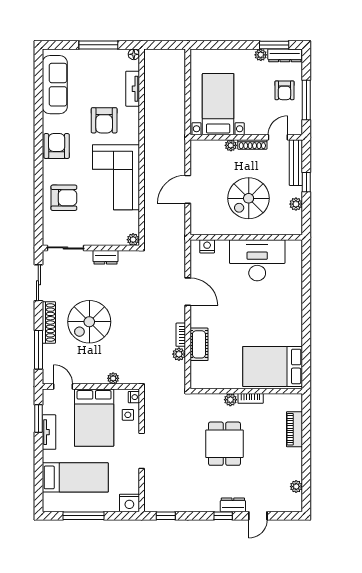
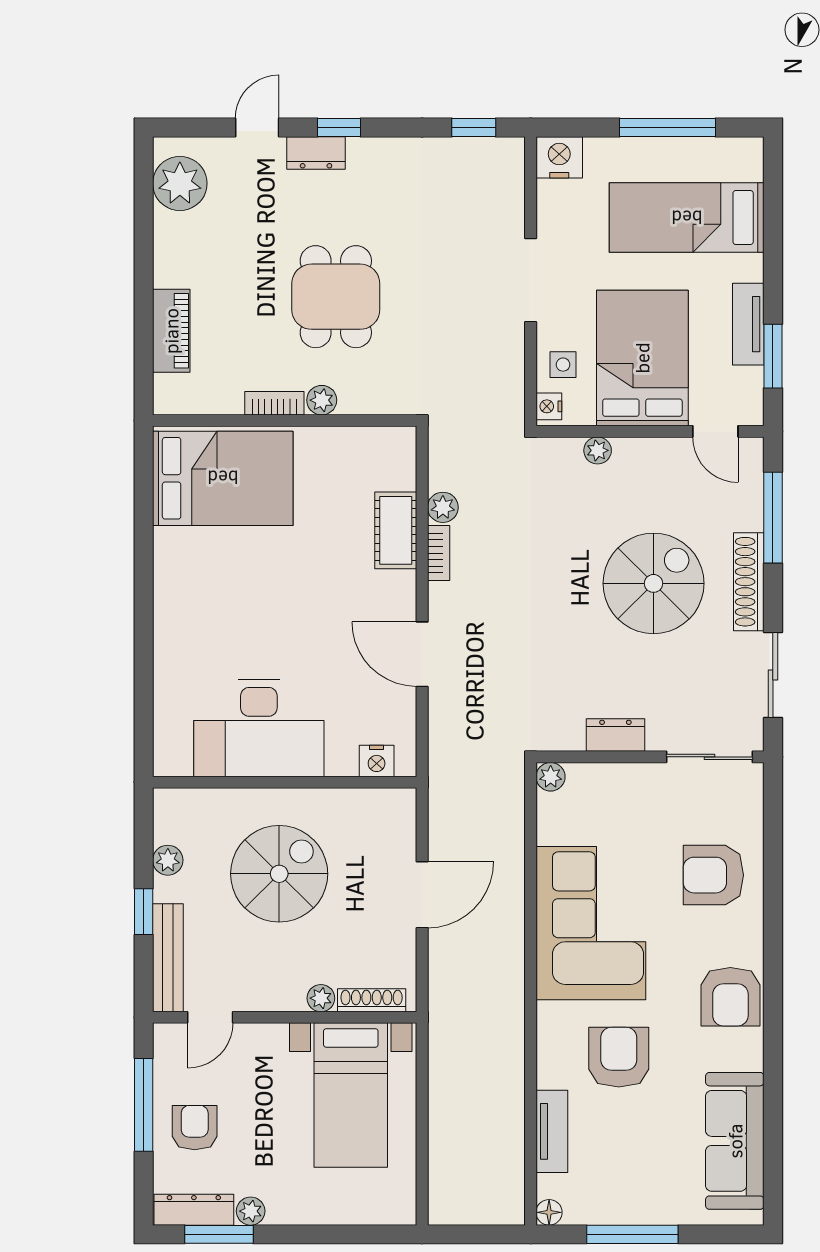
shoe rack: (252, 144) -> (372, 1000), moved
plant: (296, 487) -> (180, 183), width x1.87, depth x1.87

